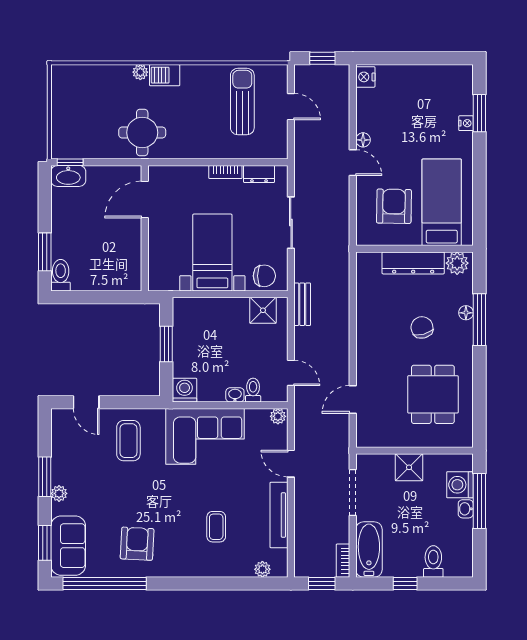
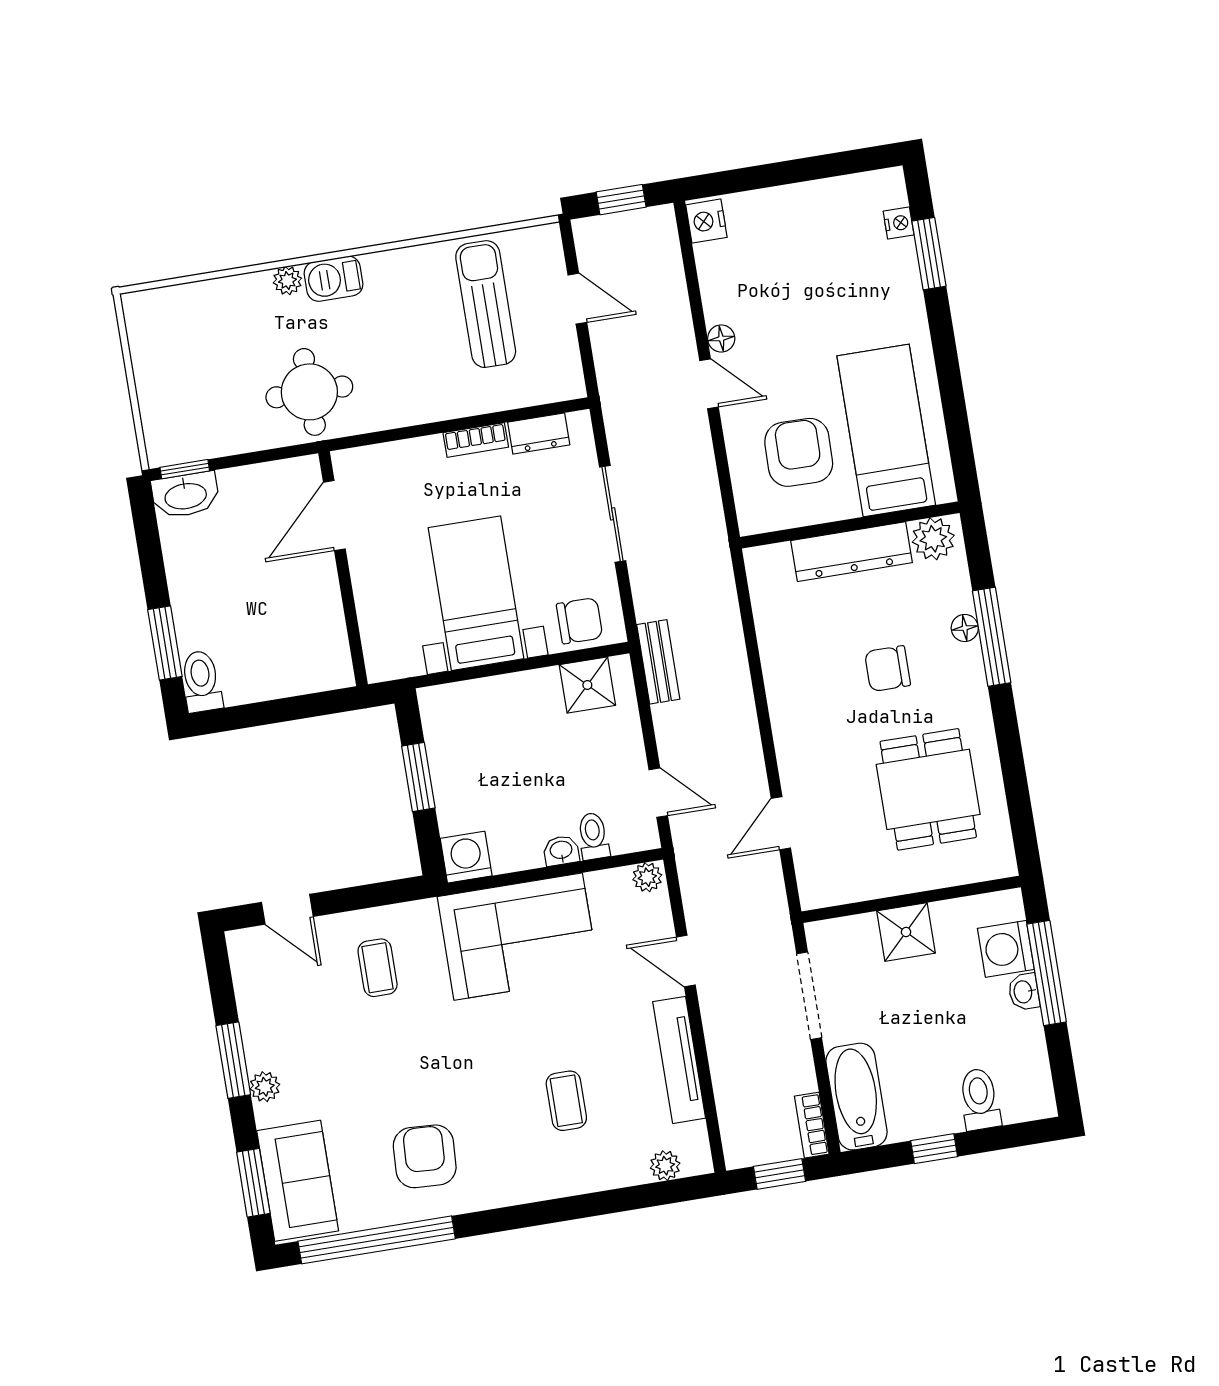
nightstand: (466, 123) -> (899, 223), moved
chair: (422, 327) -> (888, 669), turned -75
coffee table: (128, 441) -> (378, 968), width x0.73, depth x0.77

